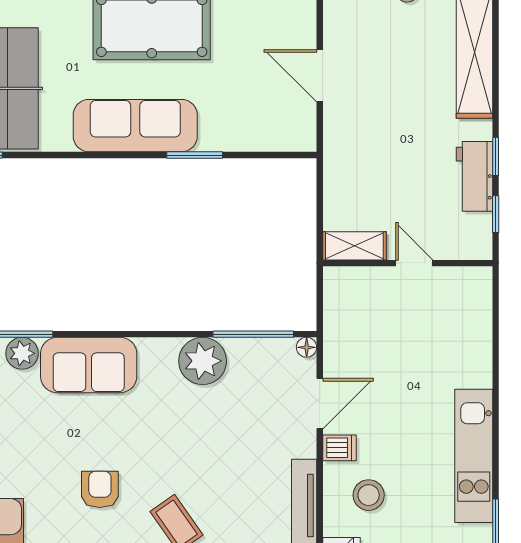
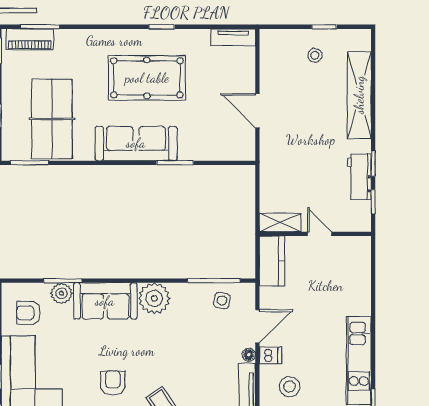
kitchen counter: (342, 304) -> (272, 261), added
floor lamp: (307, 347) -> (249, 355), moved
plant: (203, 361) -> (154, 298), moved
side table: (266, 364) -> (222, 301), added

